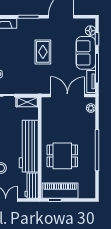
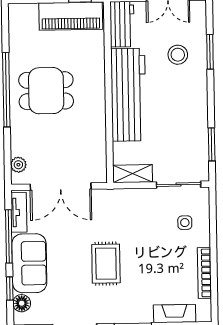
dining table: (62, 156) -> (46, 91), moved

